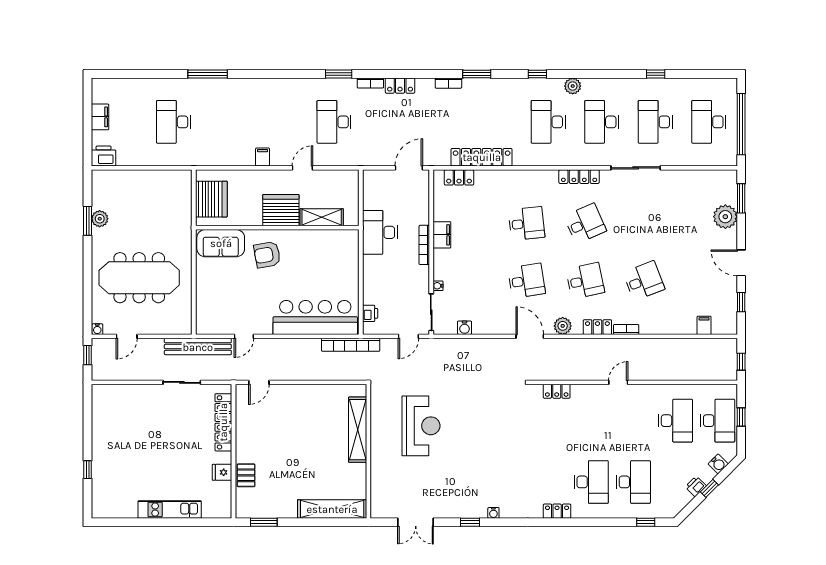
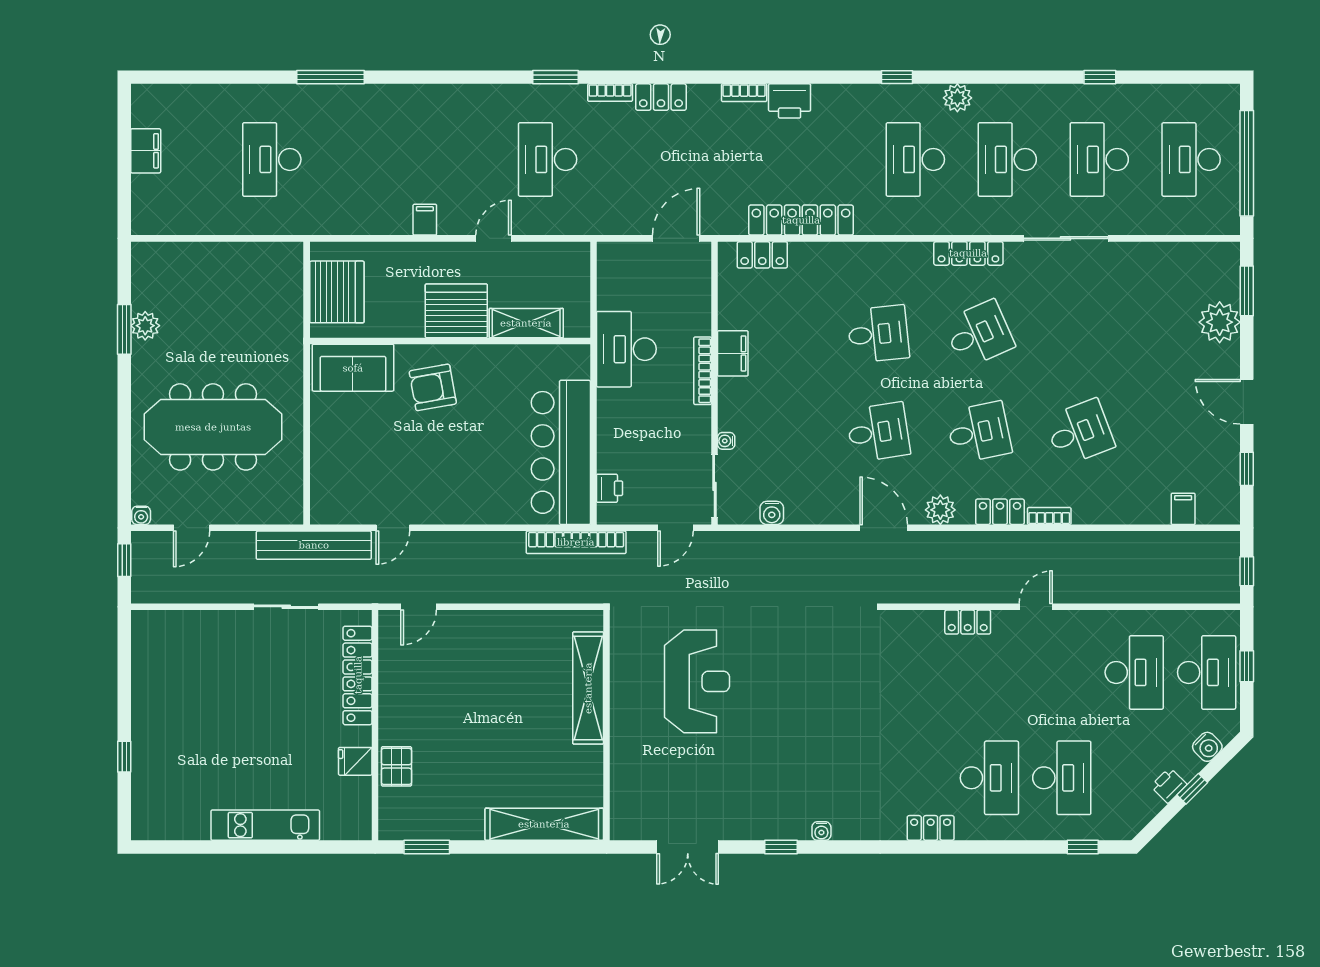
window: (477, 74) -> (793, 77), removed
printer: (104, 156) -> (790, 101), moved, turned 180
bar counter: (315, 317) -> (561, 452), moved, turned -90
locker: (557, 391) -> (968, 622), moved

